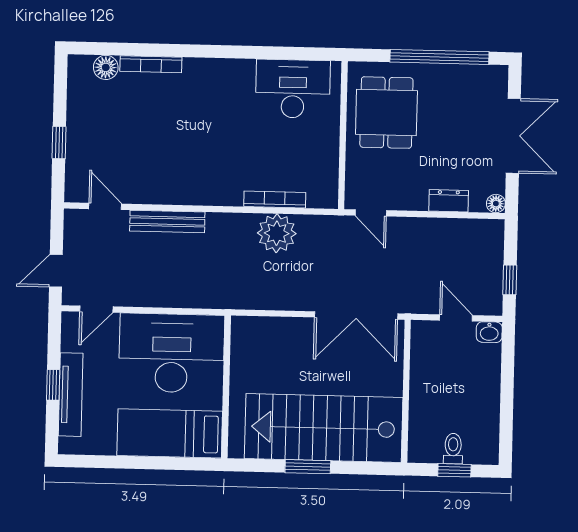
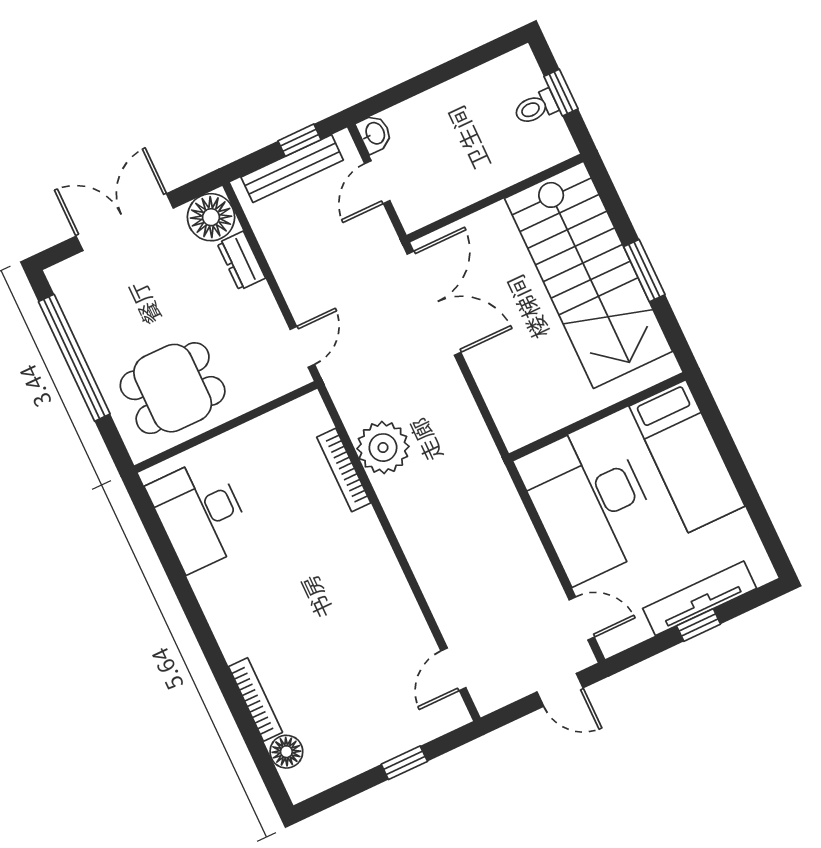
floor lamp: (496, 204) -> (211, 217), width x1.89, depth x1.89
bench: (167, 221) -> (292, 169), moved, turned 90

